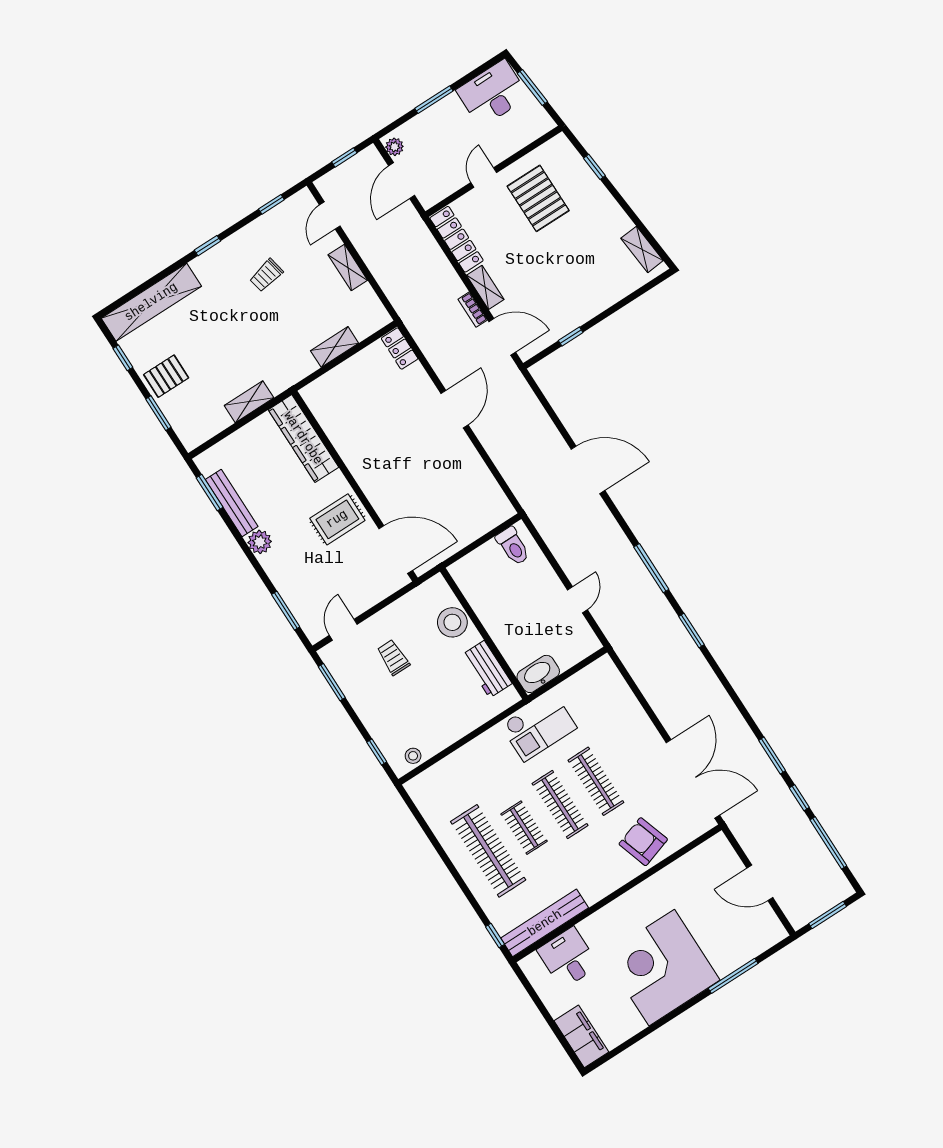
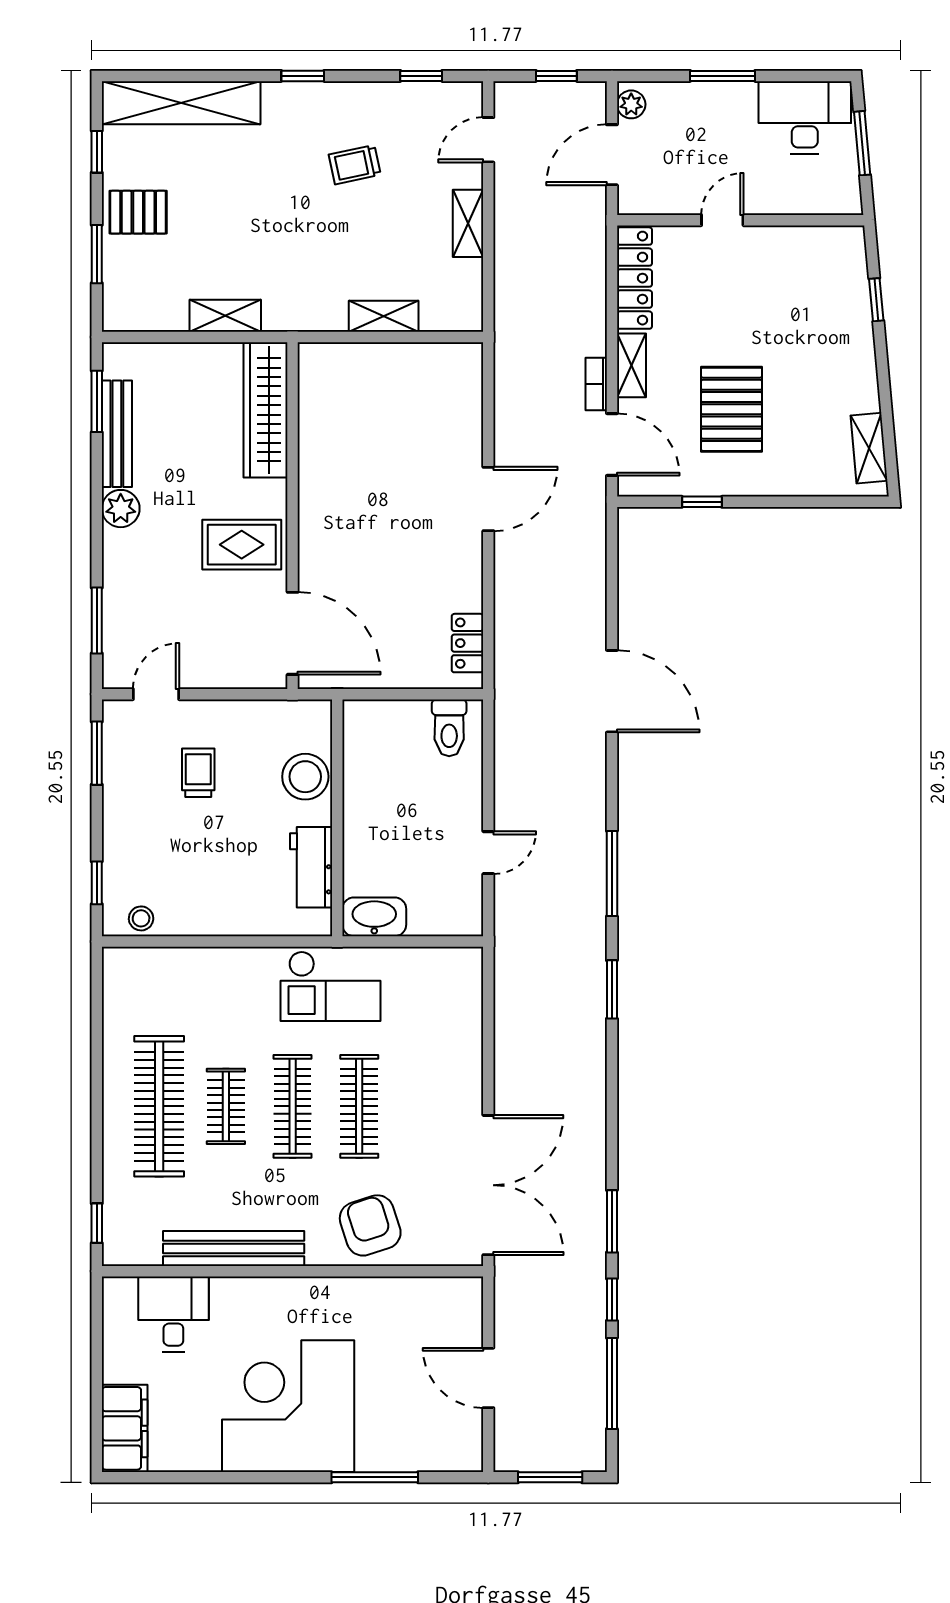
pallet: (538, 198) -> (732, 409), moved
locker: (400, 349) -> (467, 643), moved
bench: (545, 923) -> (234, 1248), moved

